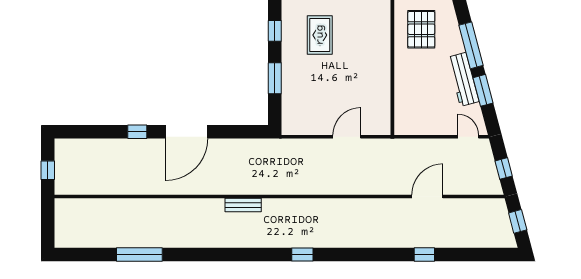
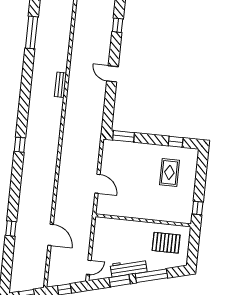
rug: (320, 35) -> (169, 172), turned 90
window: (275, 78) -> (123, 136), moved
window: (137, 132) -> (118, 25), moved
door: (187, 132) -> (112, 74), width x0.53
bench: (243, 205) -> (60, 85), moved

